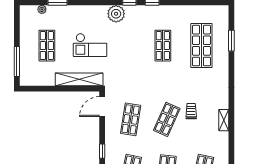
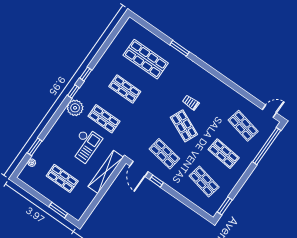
window: (231, 41) -> (180, 48), moved
shop shelf: (124, 46) -> (104, 119), added
window: (17, 61) -> (58, 210), width x0.69
shelving: (224, 120) -> (215, 82), removed
window: (102, 151) -> (157, 181), moved

